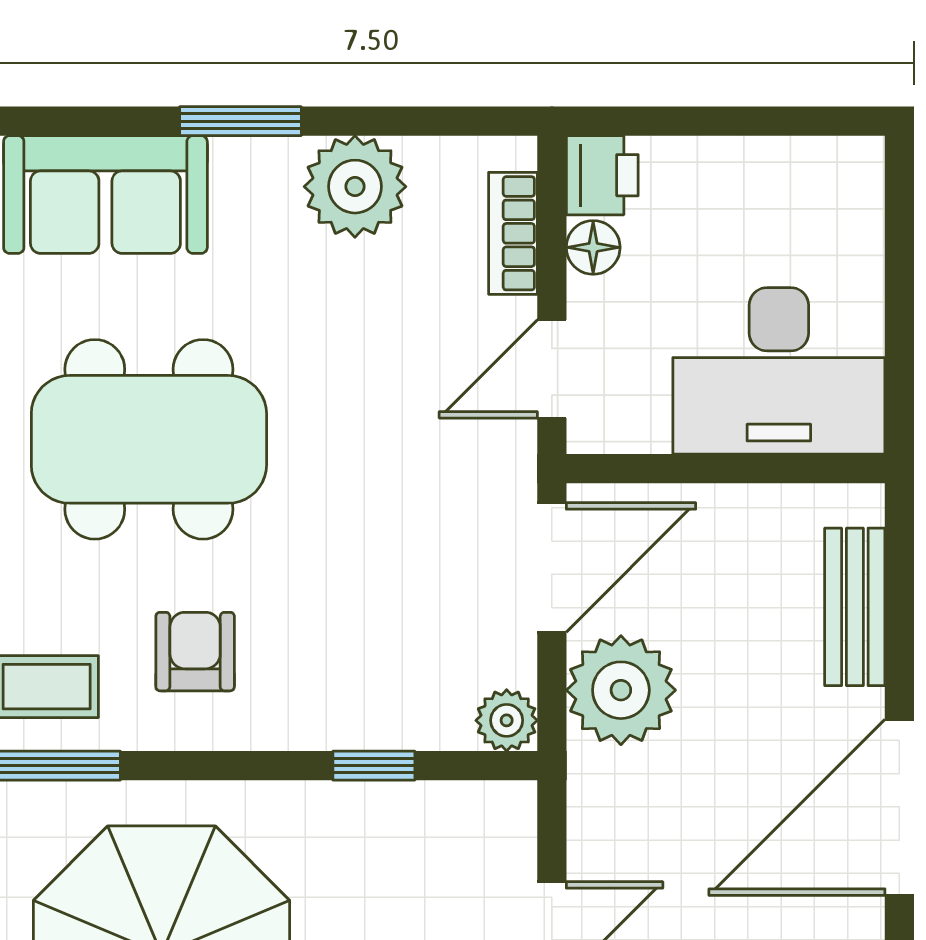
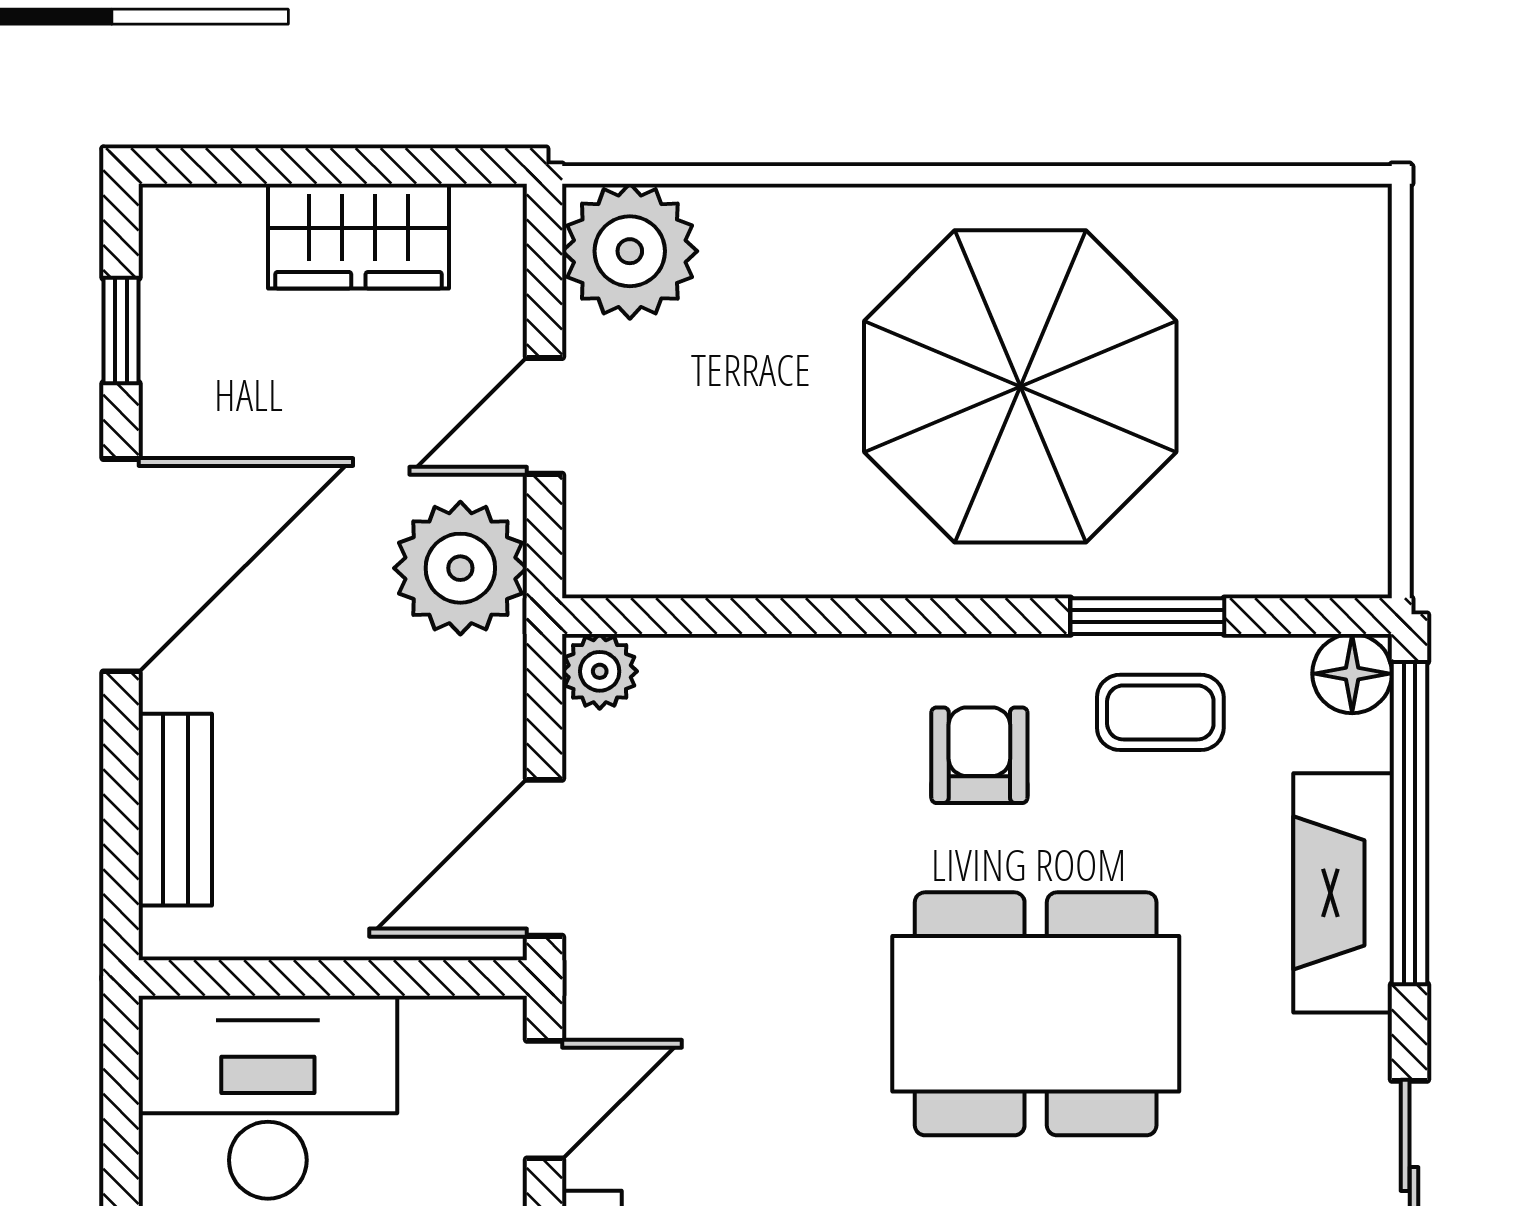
armchair: (195, 652) -> (979, 755), turned 180
plant: (621, 690) -> (460, 568), moved
window: (374, 766) -> (761, 616), removed

